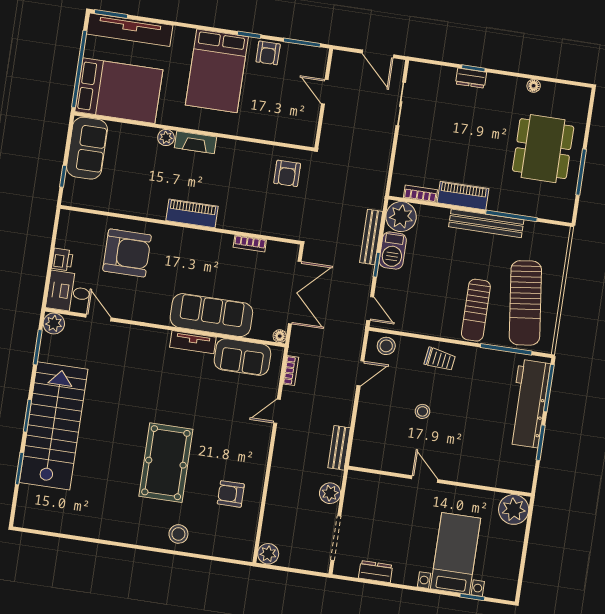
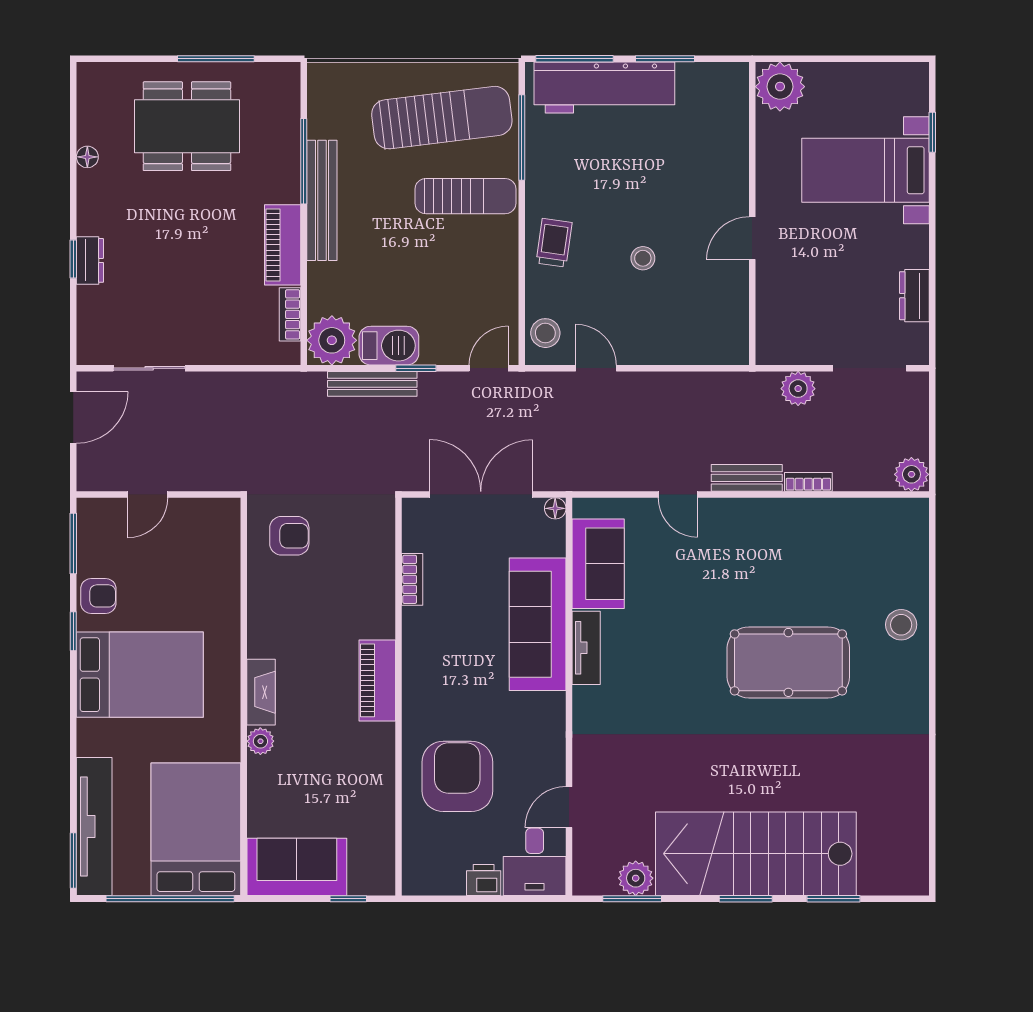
plant: (54, 323) -> (636, 878), moved
bookcase: (291, 371) -> (808, 482), moved
bench: (339, 448) -> (747, 478), moved
armchair: (231, 494) -> (823, 549), removed

